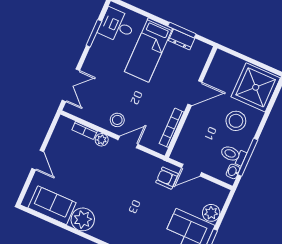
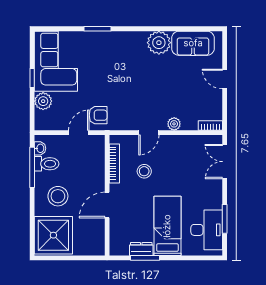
desk: (117, 26) -> (207, 230), width x1.37
stool: (117, 120) -> (144, 171), moved
bookcase: (85, 130) -> (210, 126), moved

